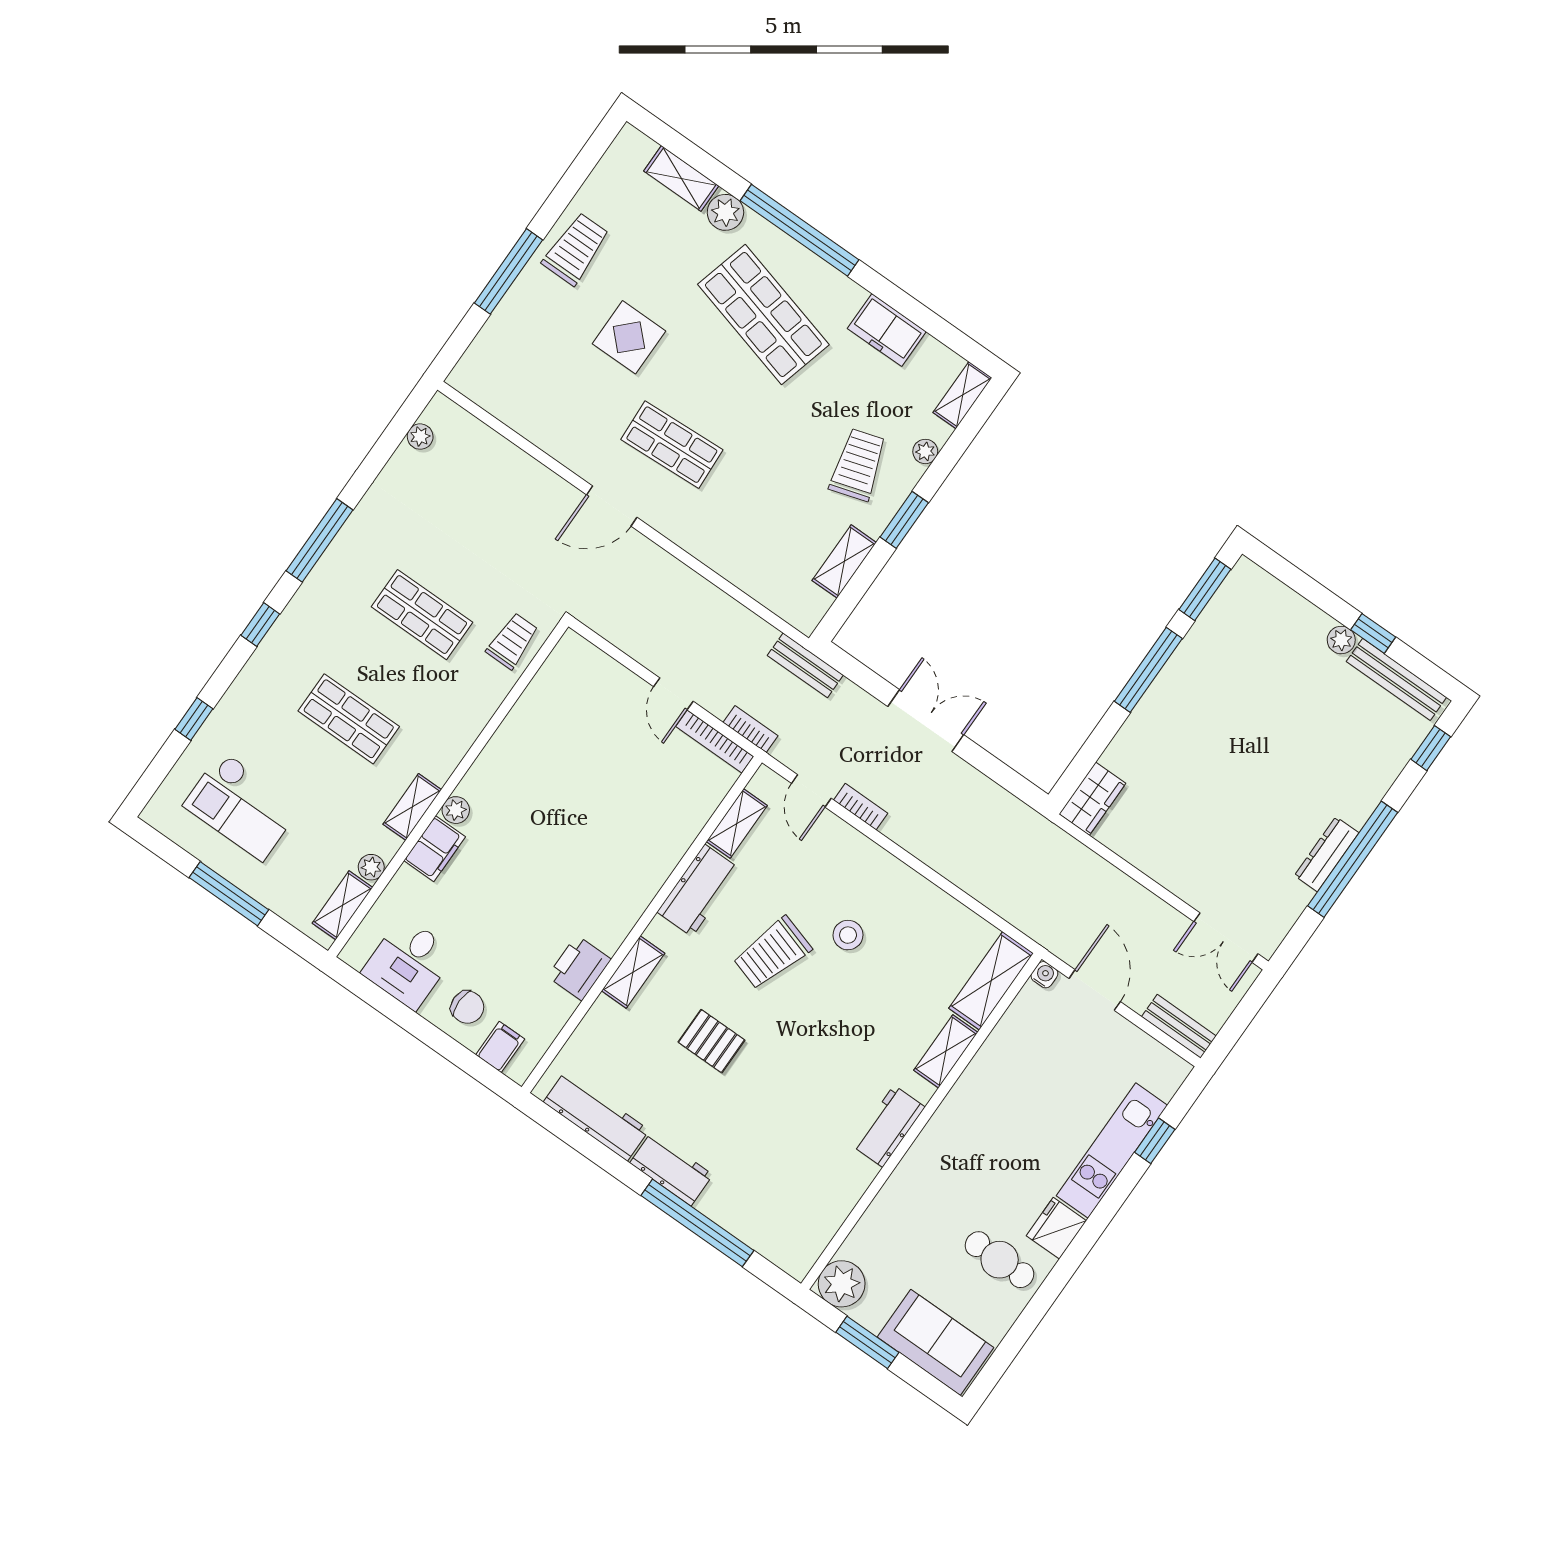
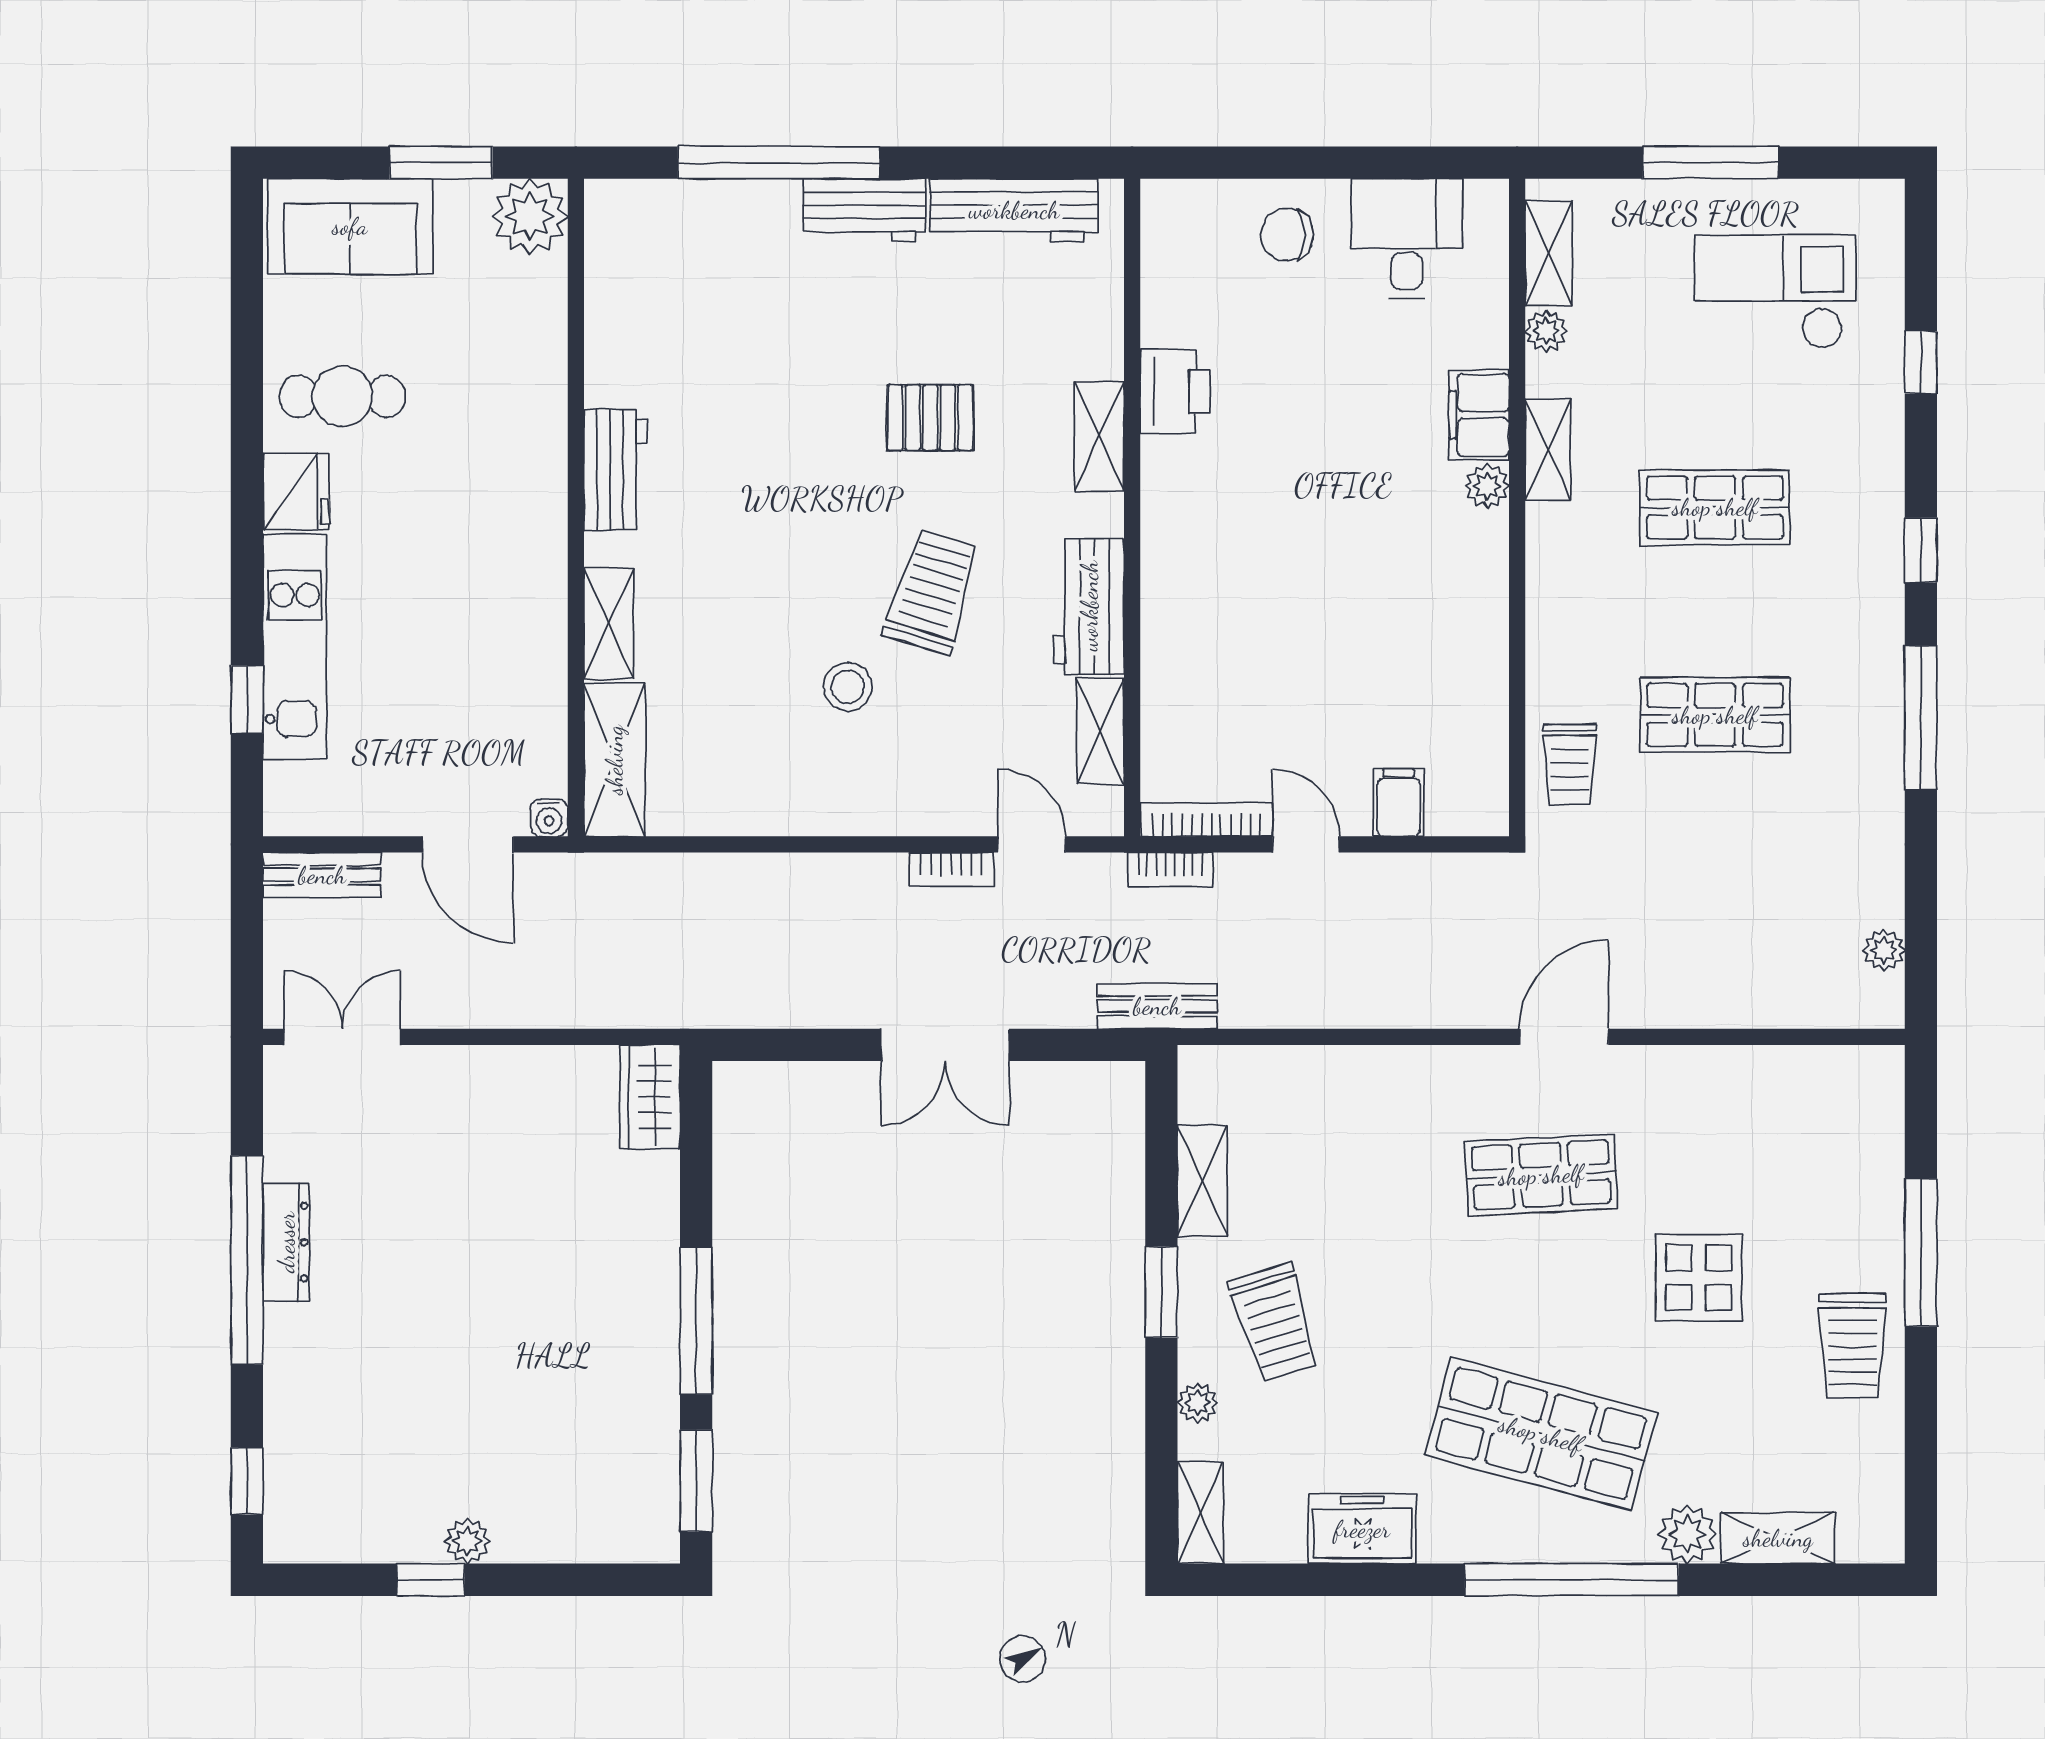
bench: (1396, 679) -> (357, 1540), removed
filing cabinet: (500, 1047) -> (1398, 803), moved, turned 180

